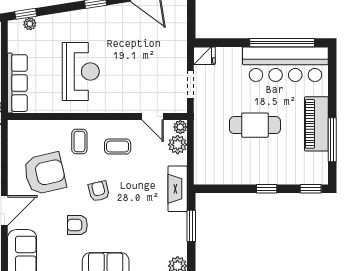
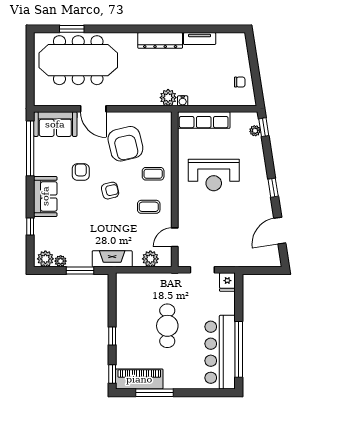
piano: (316, 124) -> (139, 379), moved
plant: (180, 127) -> (61, 261), moved
coffee table: (118, 147) -> (149, 207), turned 90

